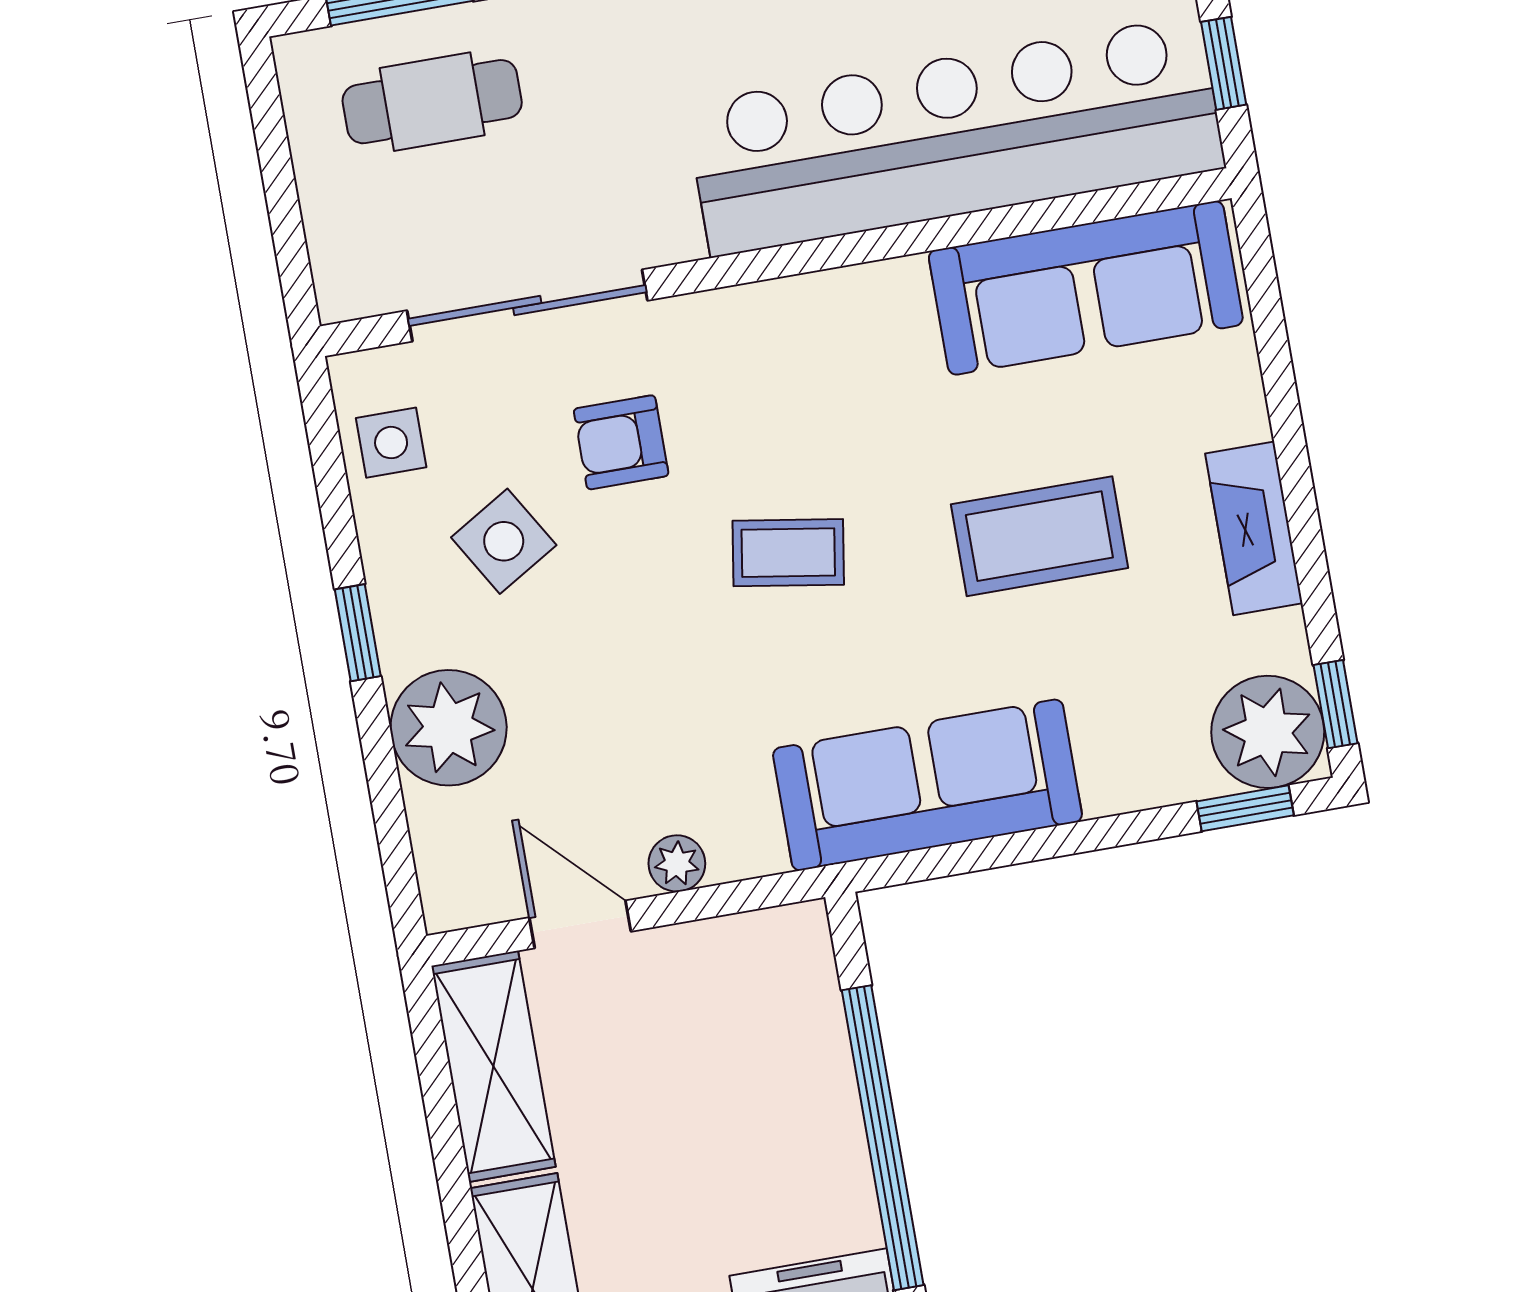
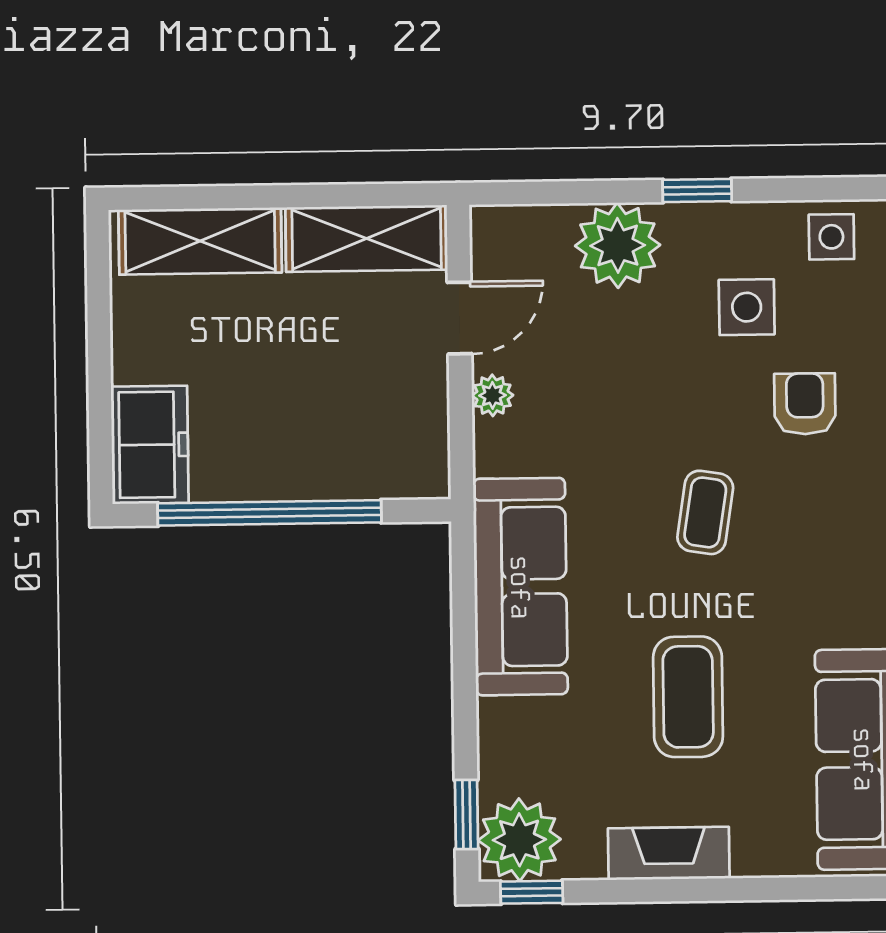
side table: (504, 541) -> (747, 307), turned 31

